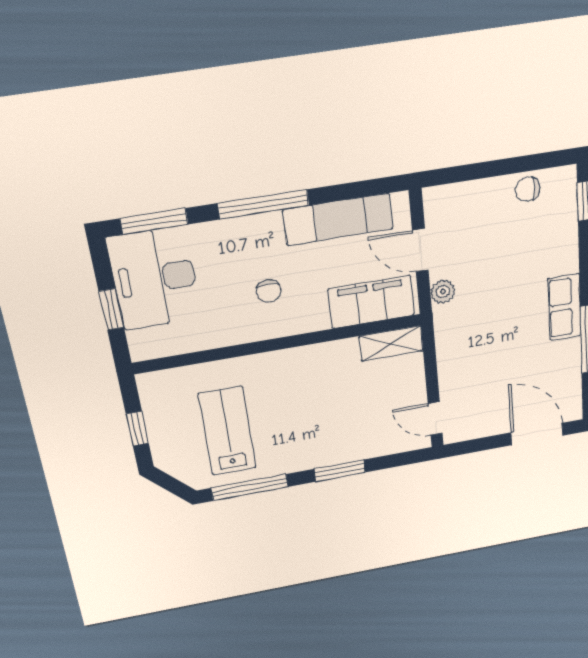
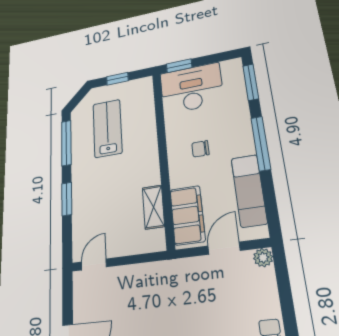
desk: (154, 278) -> (191, 88), moved
plant: (443, 292) -> (263, 258), moved
window: (111, 309) -> (179, 66), moved
shelving: (391, 344) -> (153, 207), moved
lab bench: (227, 431) -> (107, 128), turned -90

